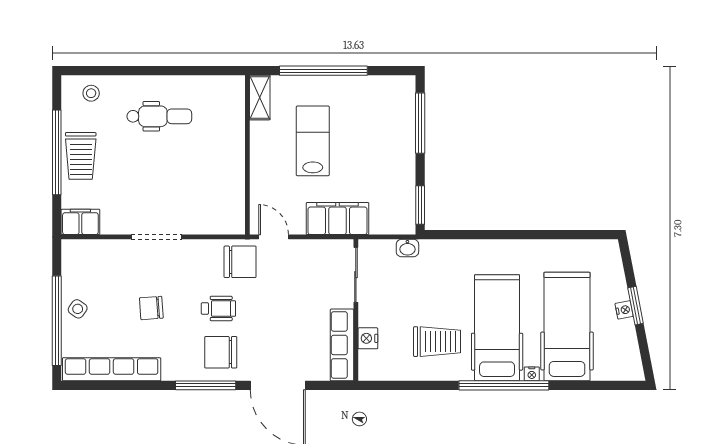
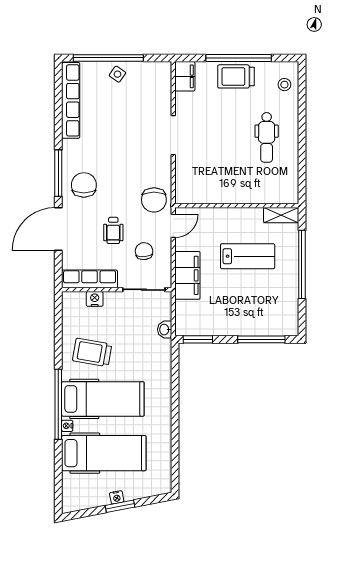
chair: (151, 308) -> (144, 251), moved
wheelchair: (218, 308) -> (113, 230), moved
trolley: (437, 342) -> (92, 352), turned 100

